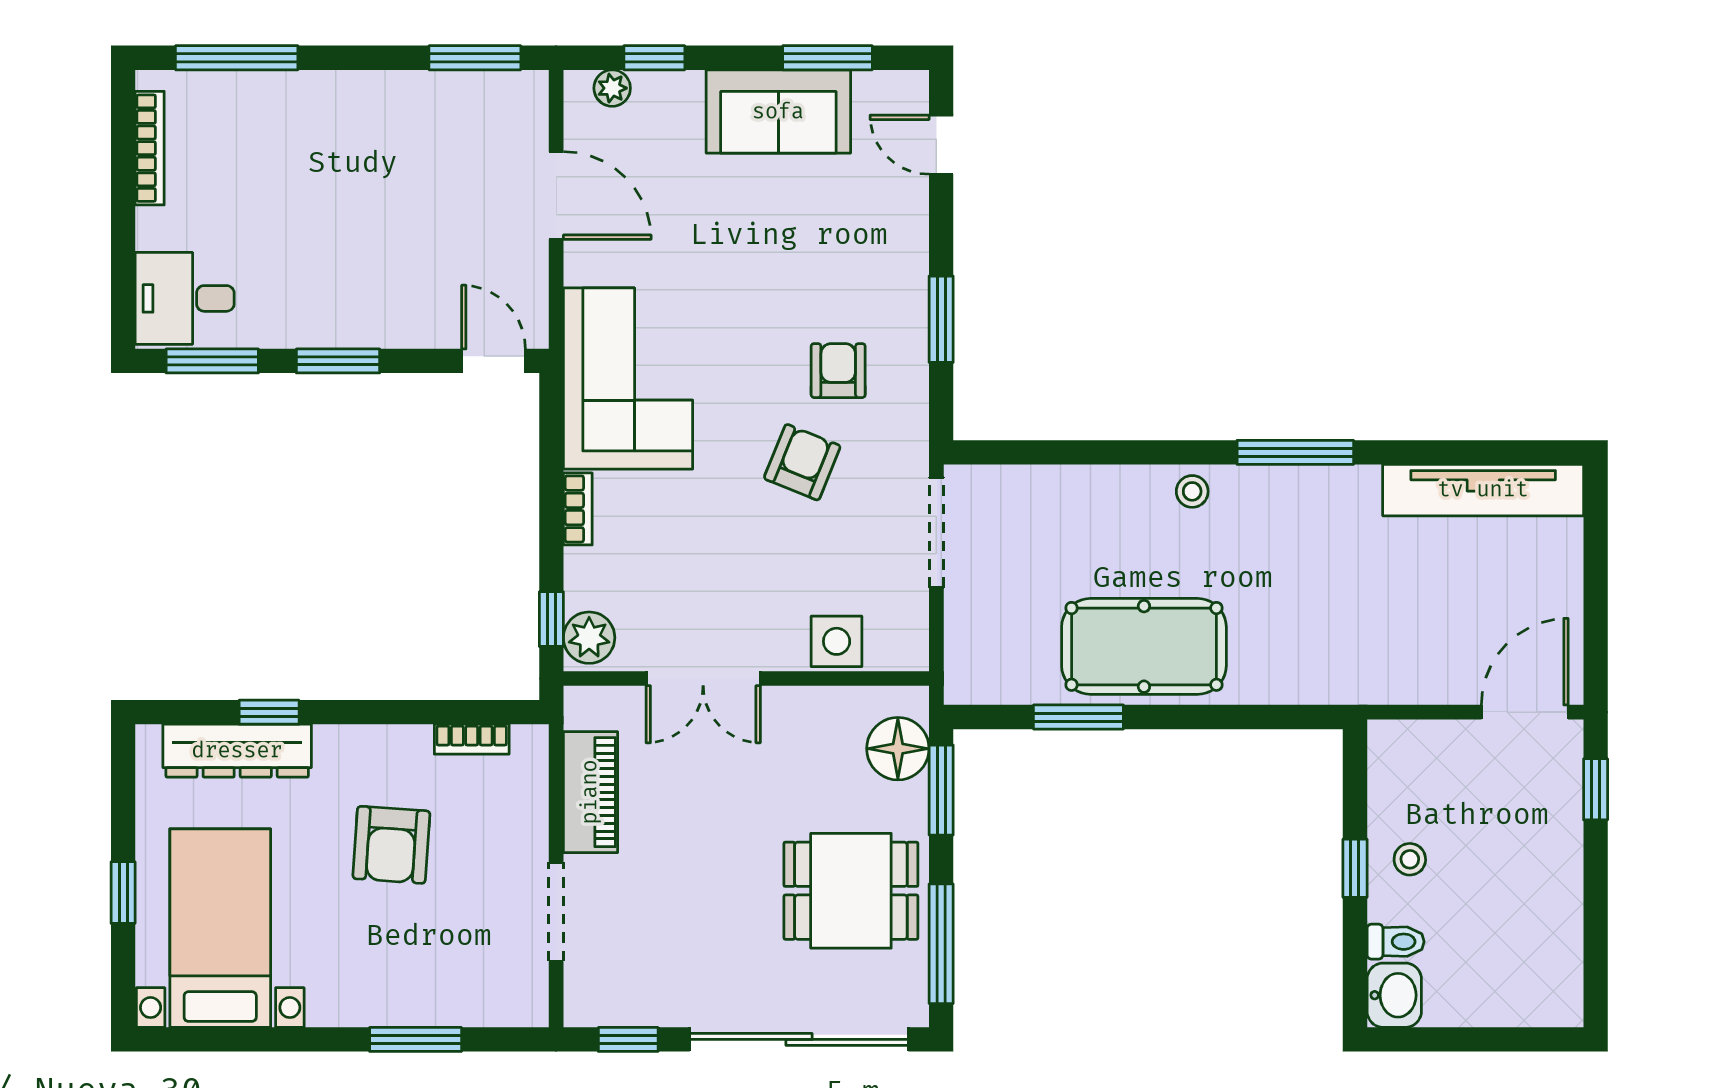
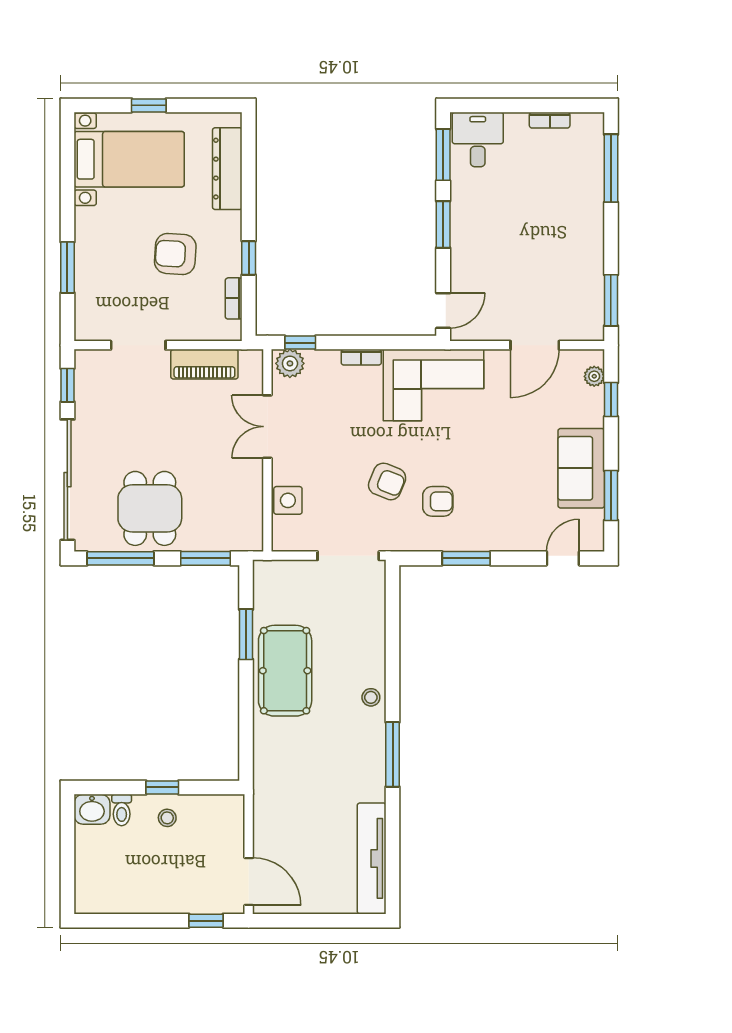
bookcase: (150, 148) -> (550, 120), width x0.64
window: (269, 712) -> (249, 258), moved
floor lamp: (898, 749) -> (228, 534), removed

